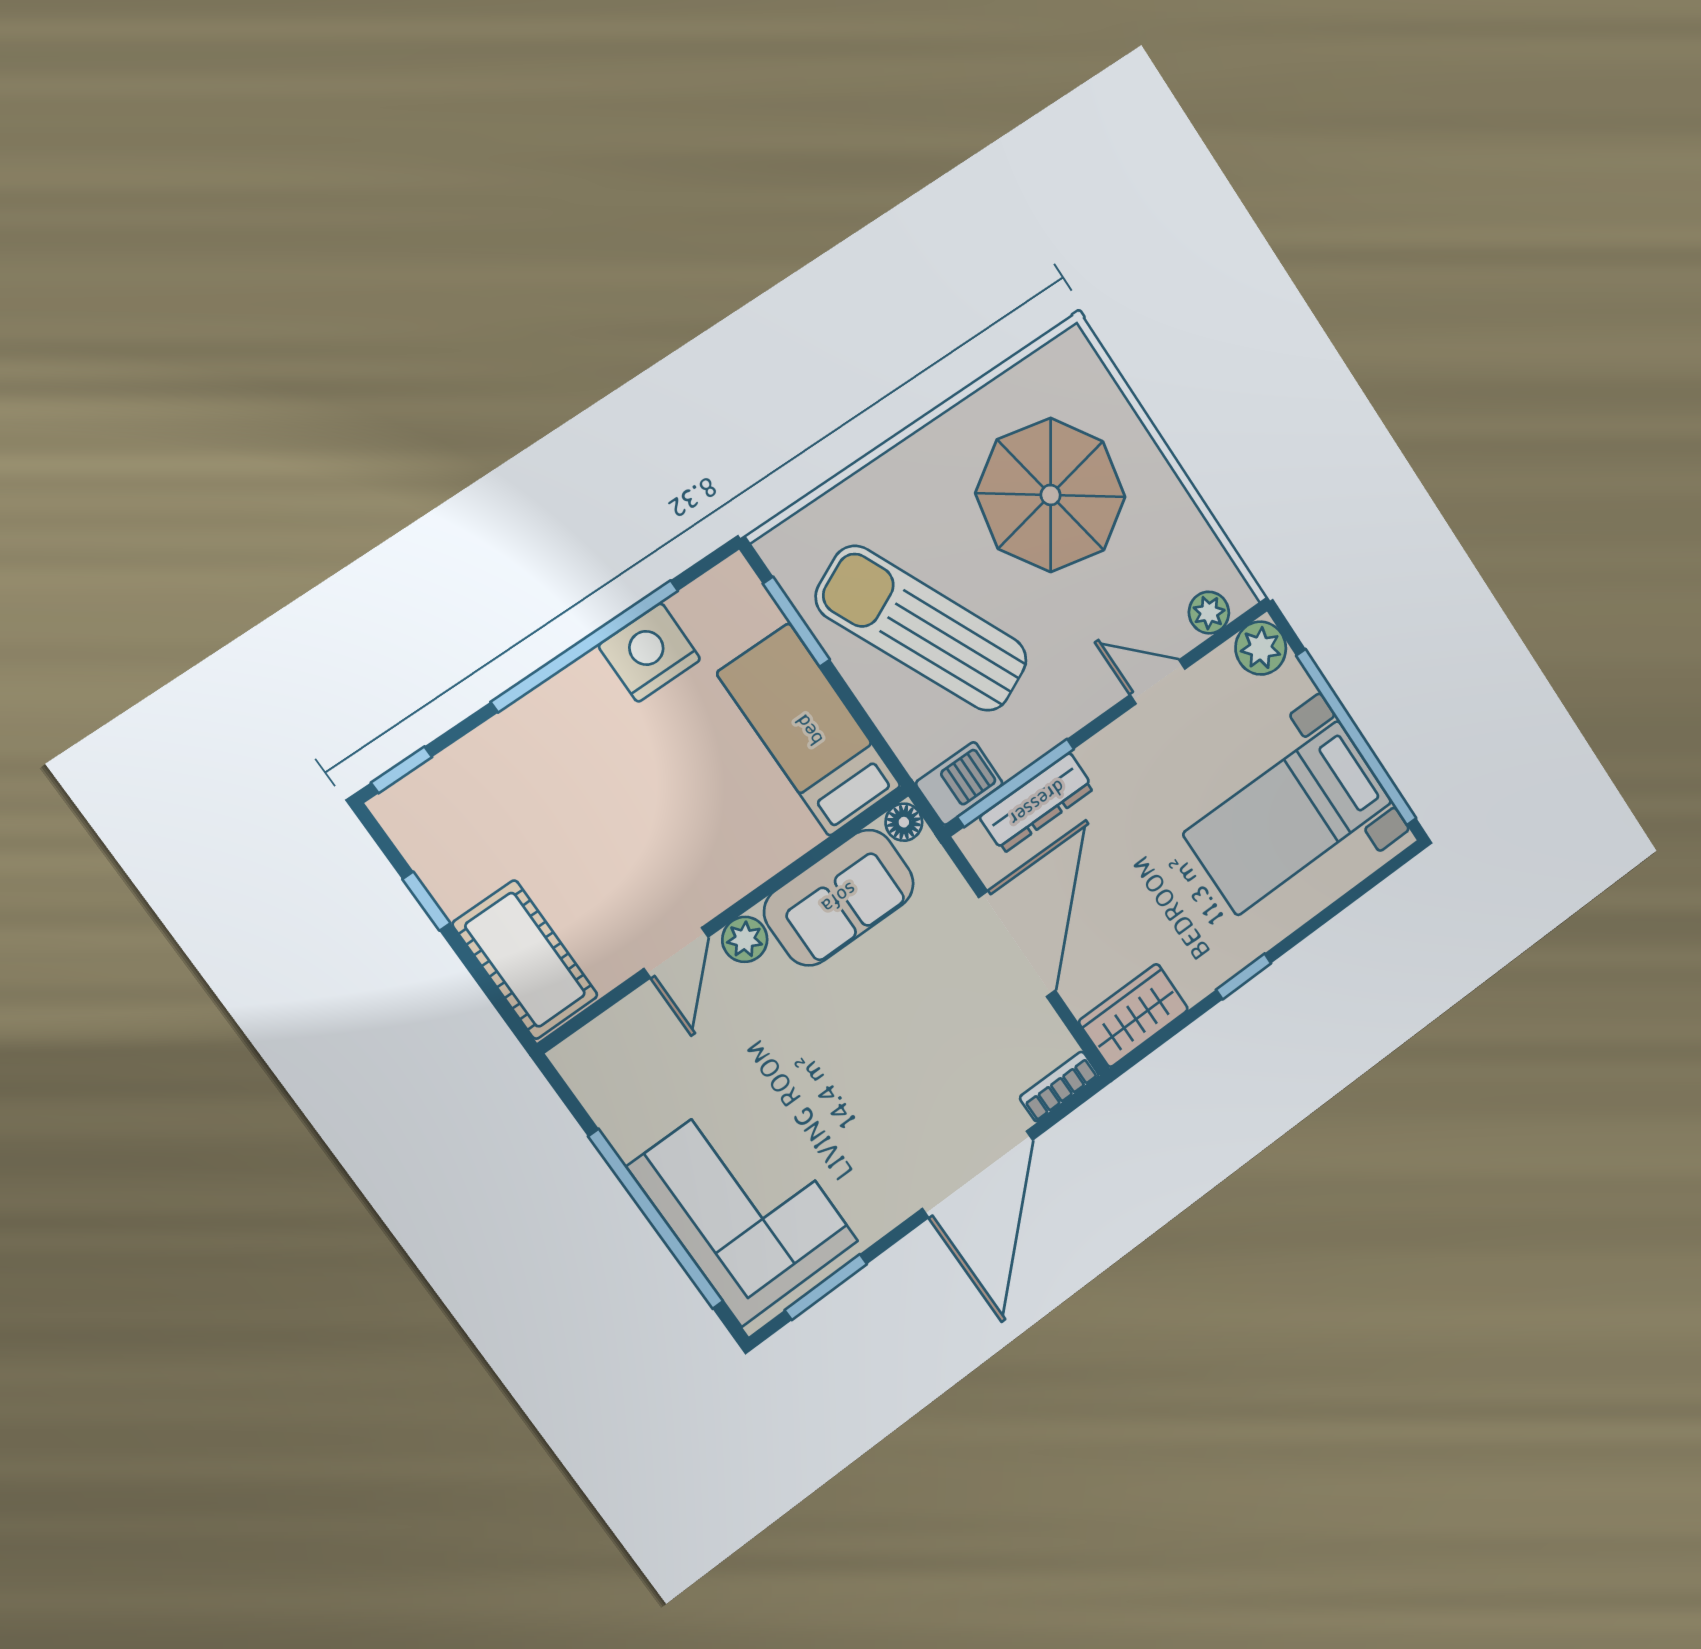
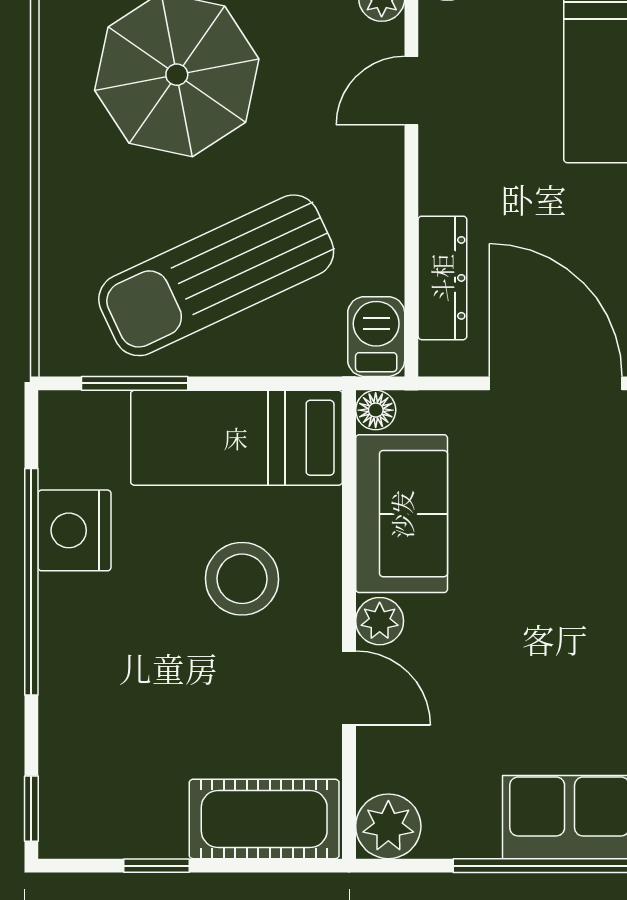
window: (1016, 783) -> (411, 285), removed
stool: (703, 810) -> (242, 579), added
plant: (589, 1060) -> (388, 826), added

